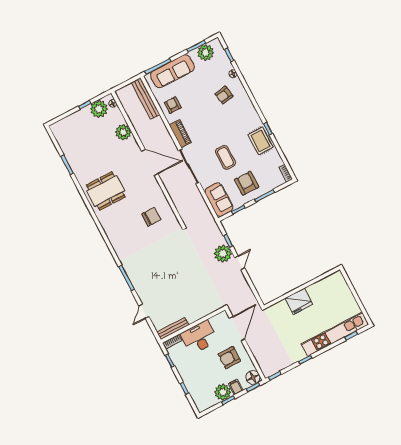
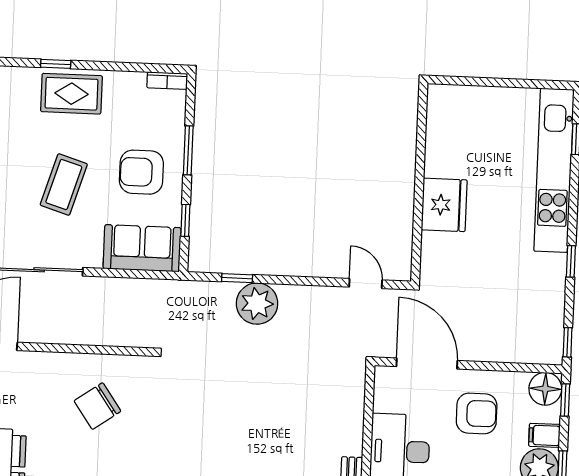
coffee table: (226, 157) -> (64, 184), turned -73
chair: (151, 217) -> (97, 406), turned -125
door: (240, 263) -> (366, 284), moved
armchair: (229, 358) -> (477, 413), turned -90

